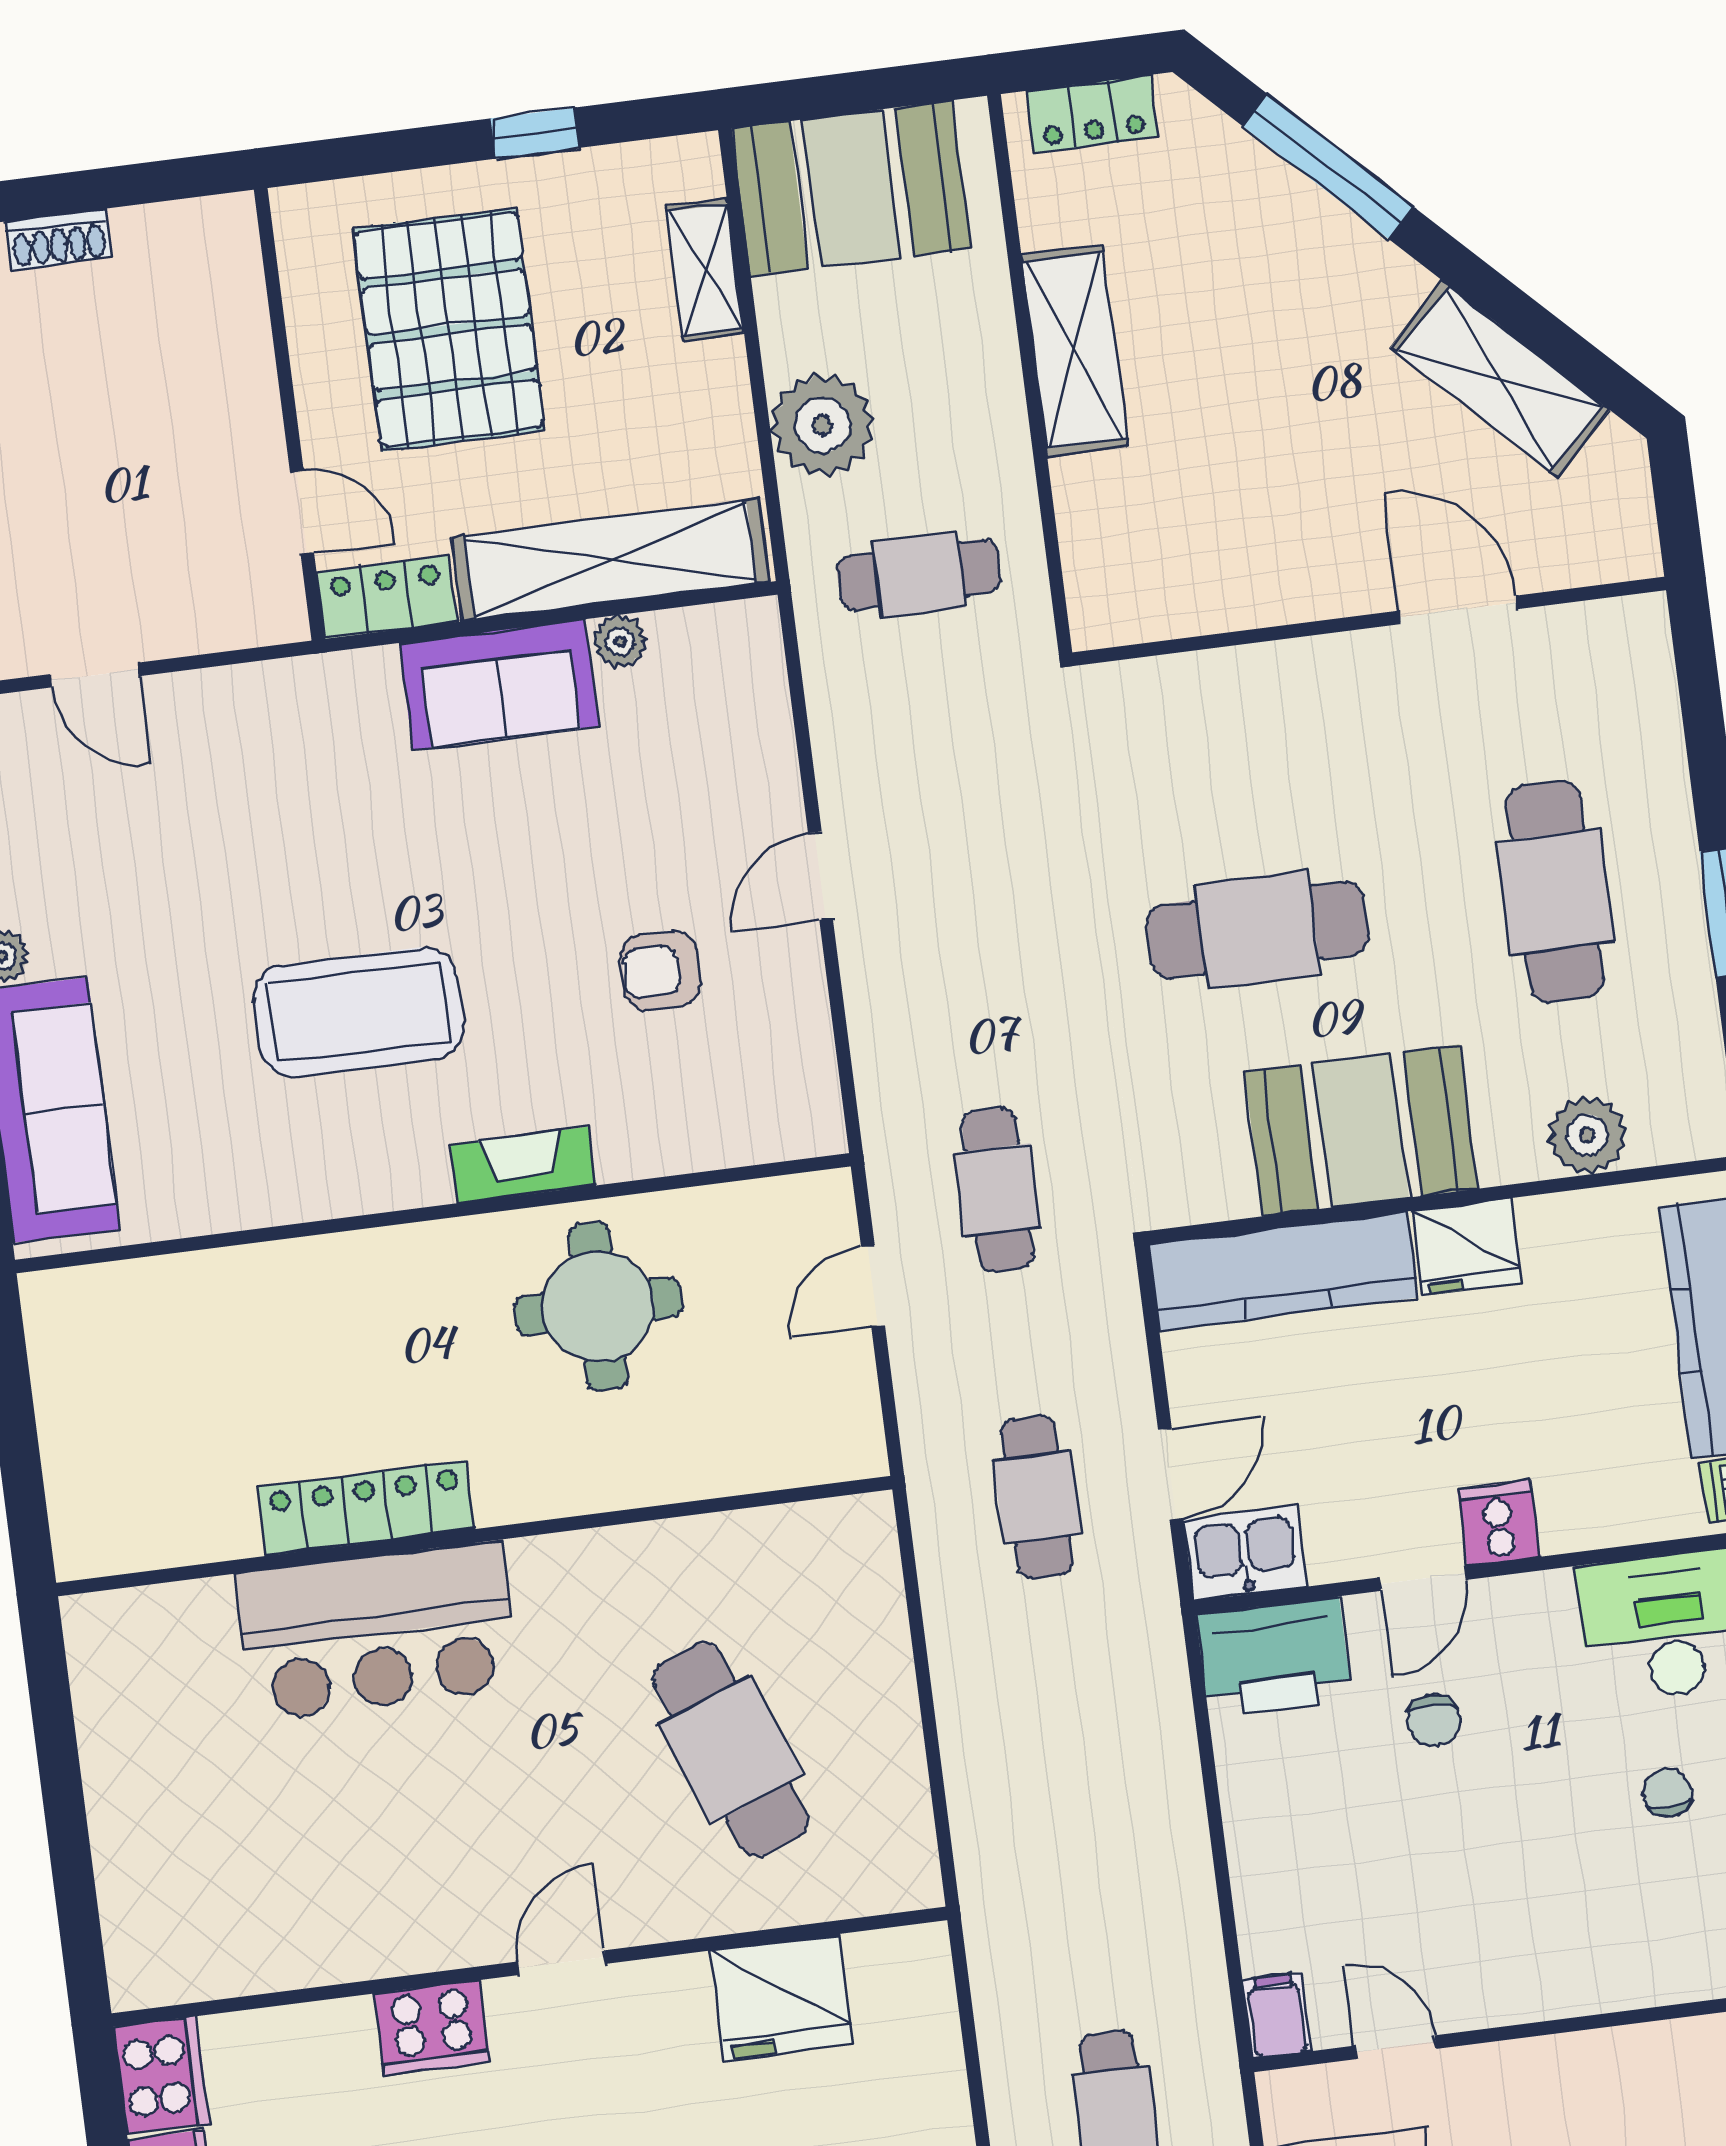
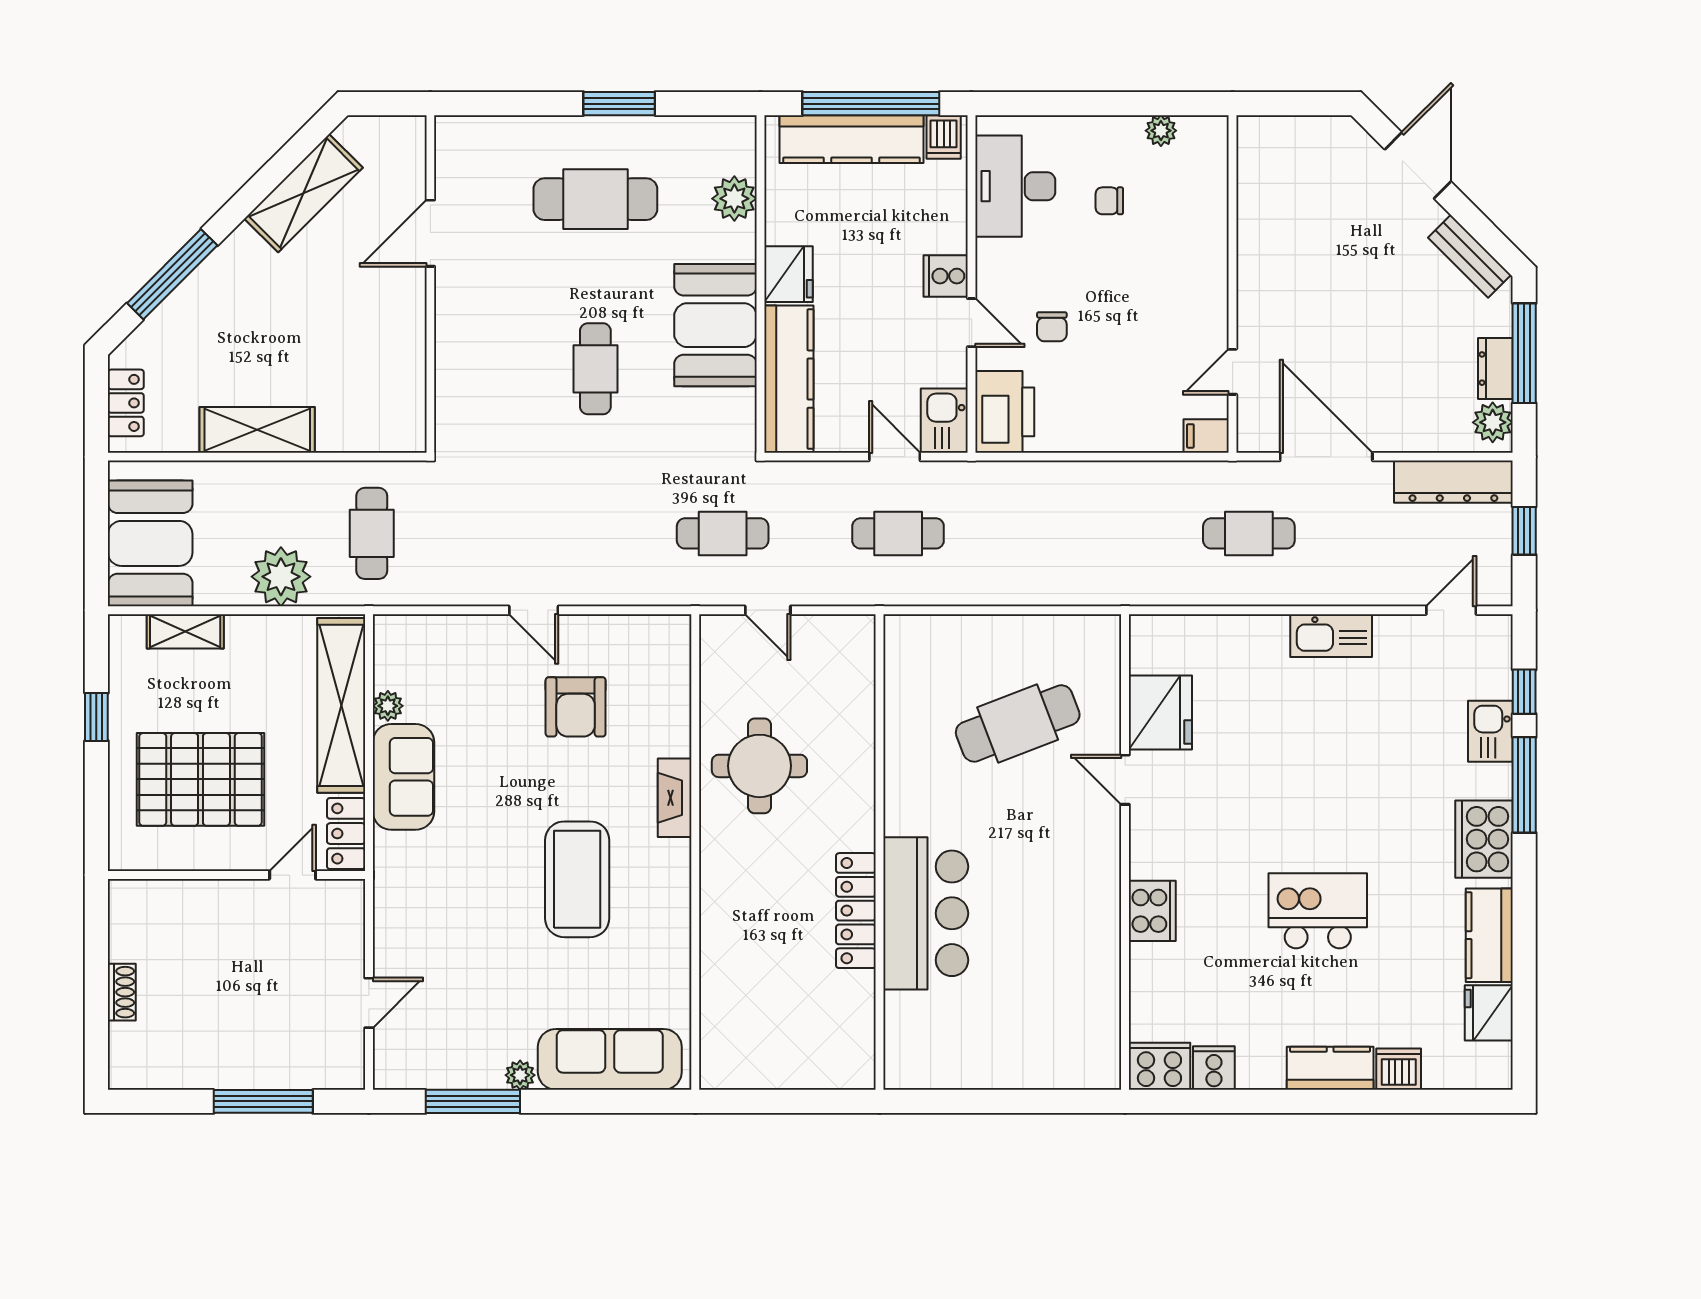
cafe table: (1258, 930) -> (595, 369), width x0.73, depth x0.74
armchair: (660, 971) -> (576, 707), width x1.38, depth x1.38
chair: (1434, 1721) -> (1052, 327), turned 90
door: (561, 1963) -> (1125, 780), moved

